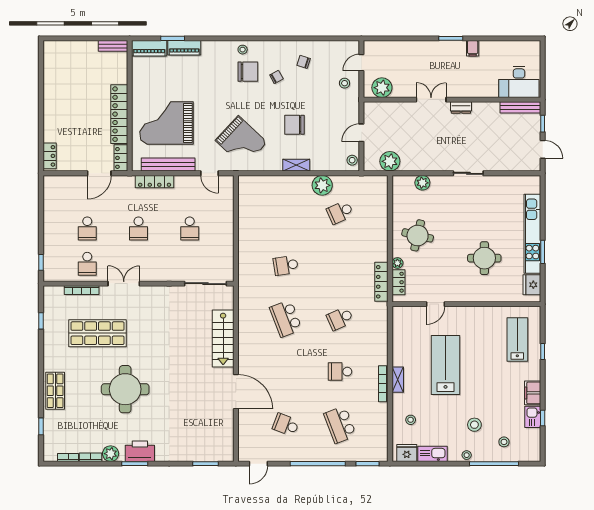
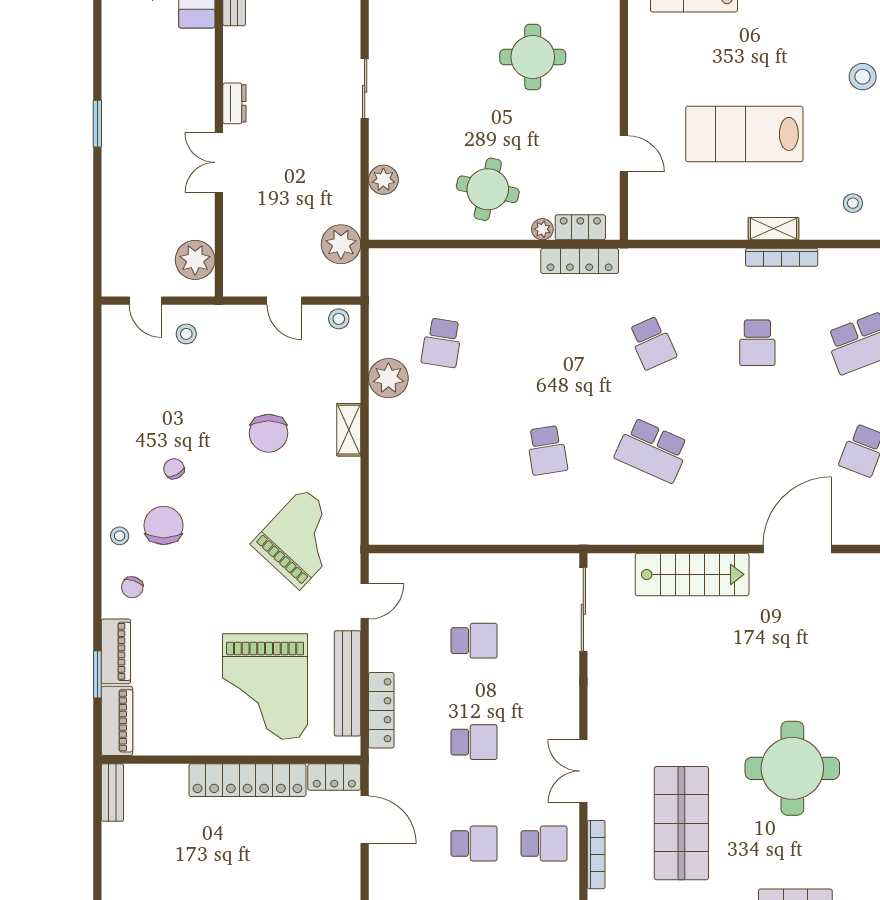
filing cabinet: (473, 48) -> (117, 80), removed
chair: (304, 62) -> (132, 587), moved
school desk: (340, 212) -> (442, 343), turned 33
school desk: (286, 318) -> (652, 450), turned 45

